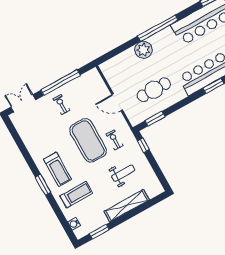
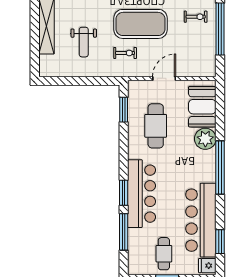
booth: (122, 64) -> (202, 107), added
window: (143, 145) -> (102, 81), removed

